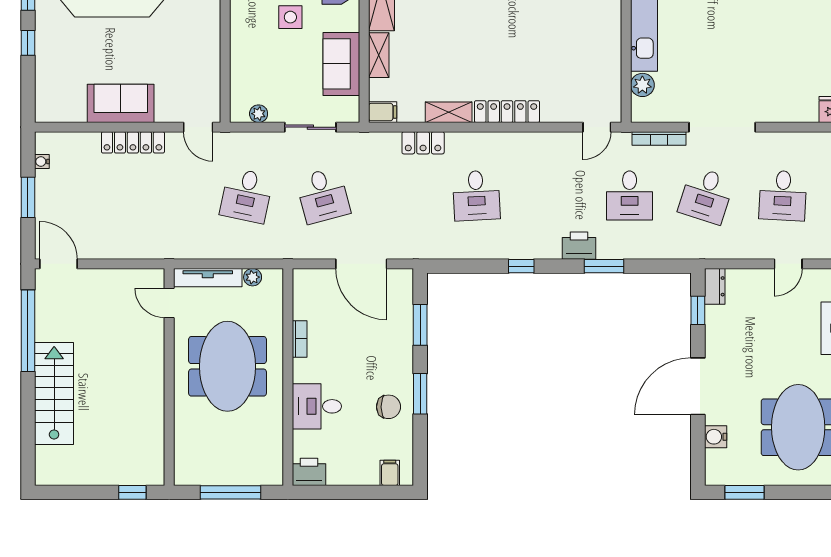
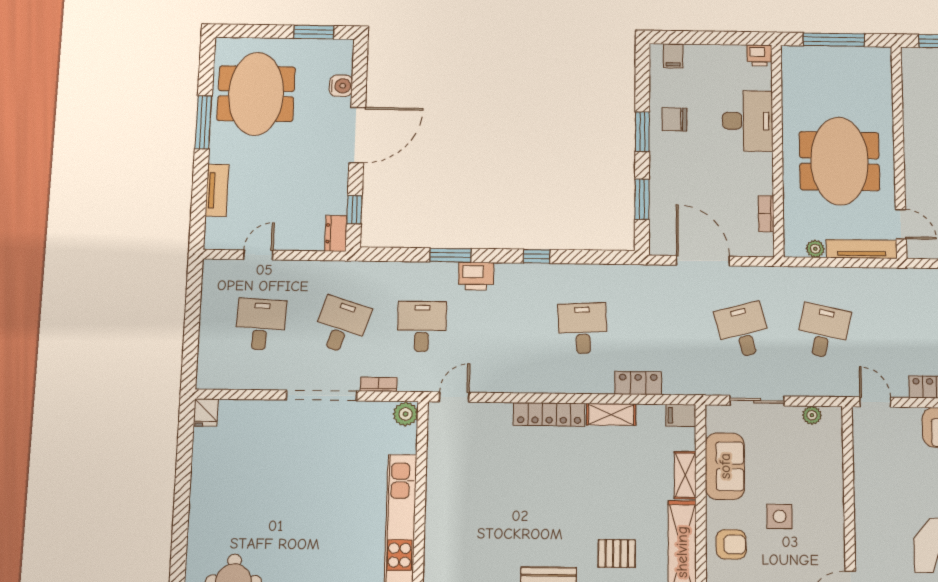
plant: (642, 85) -> (406, 414), moved
bookcase: (659, 139) -> (379, 384), width x0.64
bookcase: (300, 339) -> (766, 214), moved
desk: (317, 406) -> (748, 121), width x1.37
printer: (309, 472) -> (759, 55), width x0.73, depth x0.81

